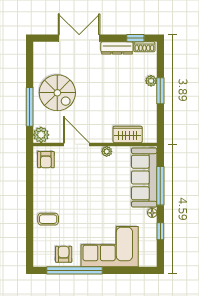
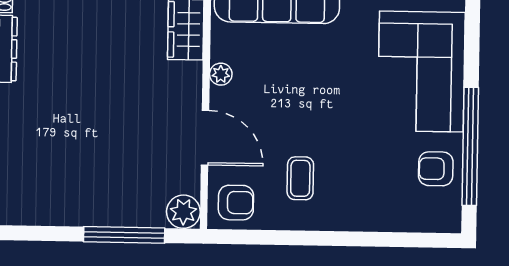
spiral stairs: (57, 93) -> (96, 176), removed
door: (76, 144) -> (205, 138), swing flipped
coffee table: (48, 219) -> (300, 178), moved

